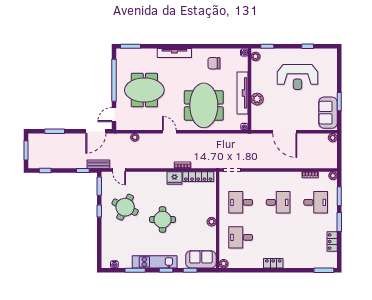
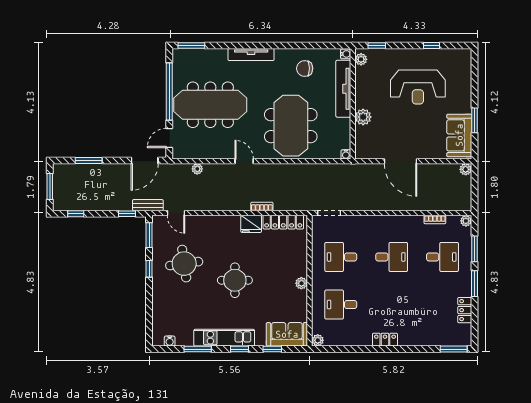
meeting table: (144, 90) -> (210, 105), width x1.36
tv unit: (242, 93) -> (343, 89), moved
round table: (125, 207) -> (184, 264), turned -34

